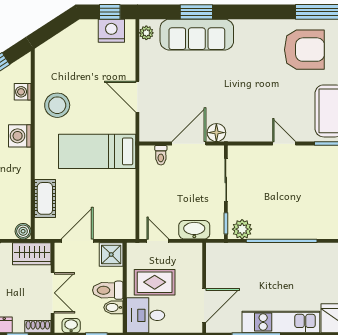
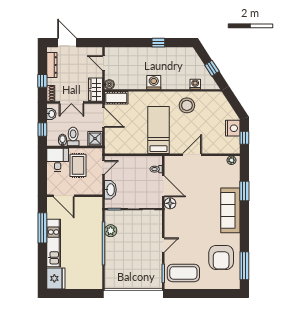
nightstand: (111, 31) -> (233, 128), moved
sofa: (197, 35) -> (230, 210), moved
washing machine: (20, 136) -> (154, 82), moved
cot: (45, 198) -> (116, 98), moved
plant: (242, 229) -> (111, 231), moved

